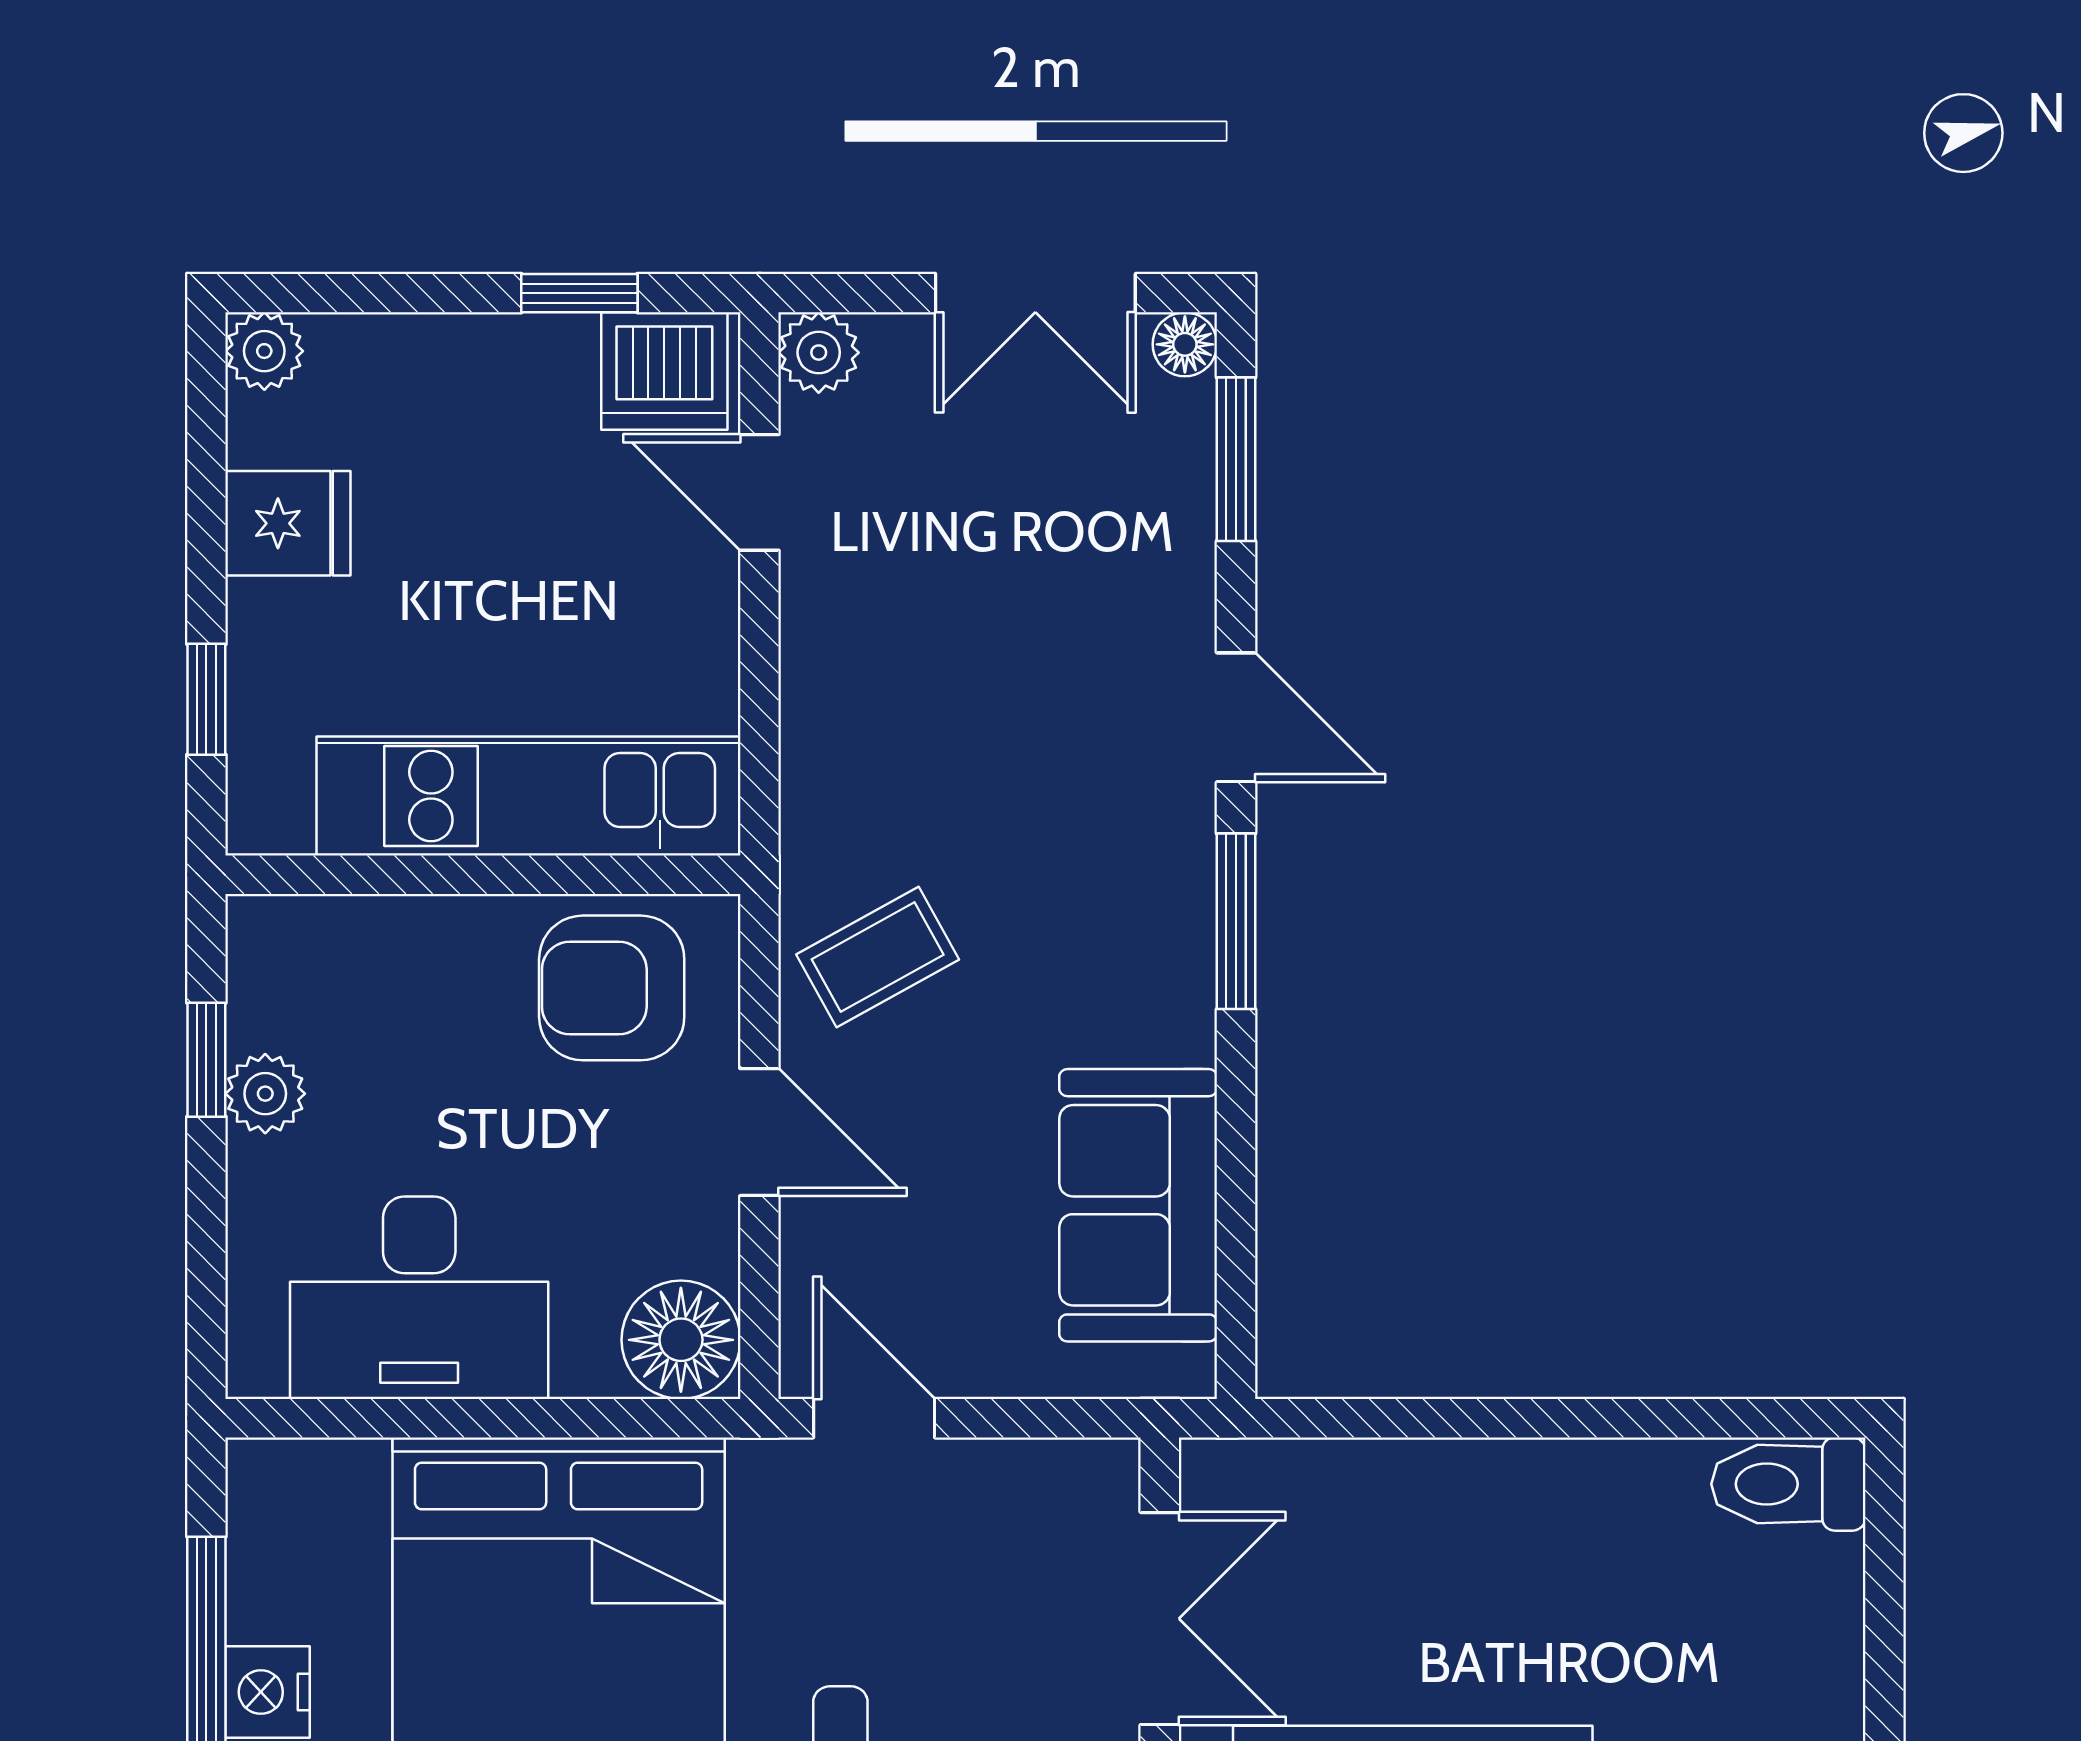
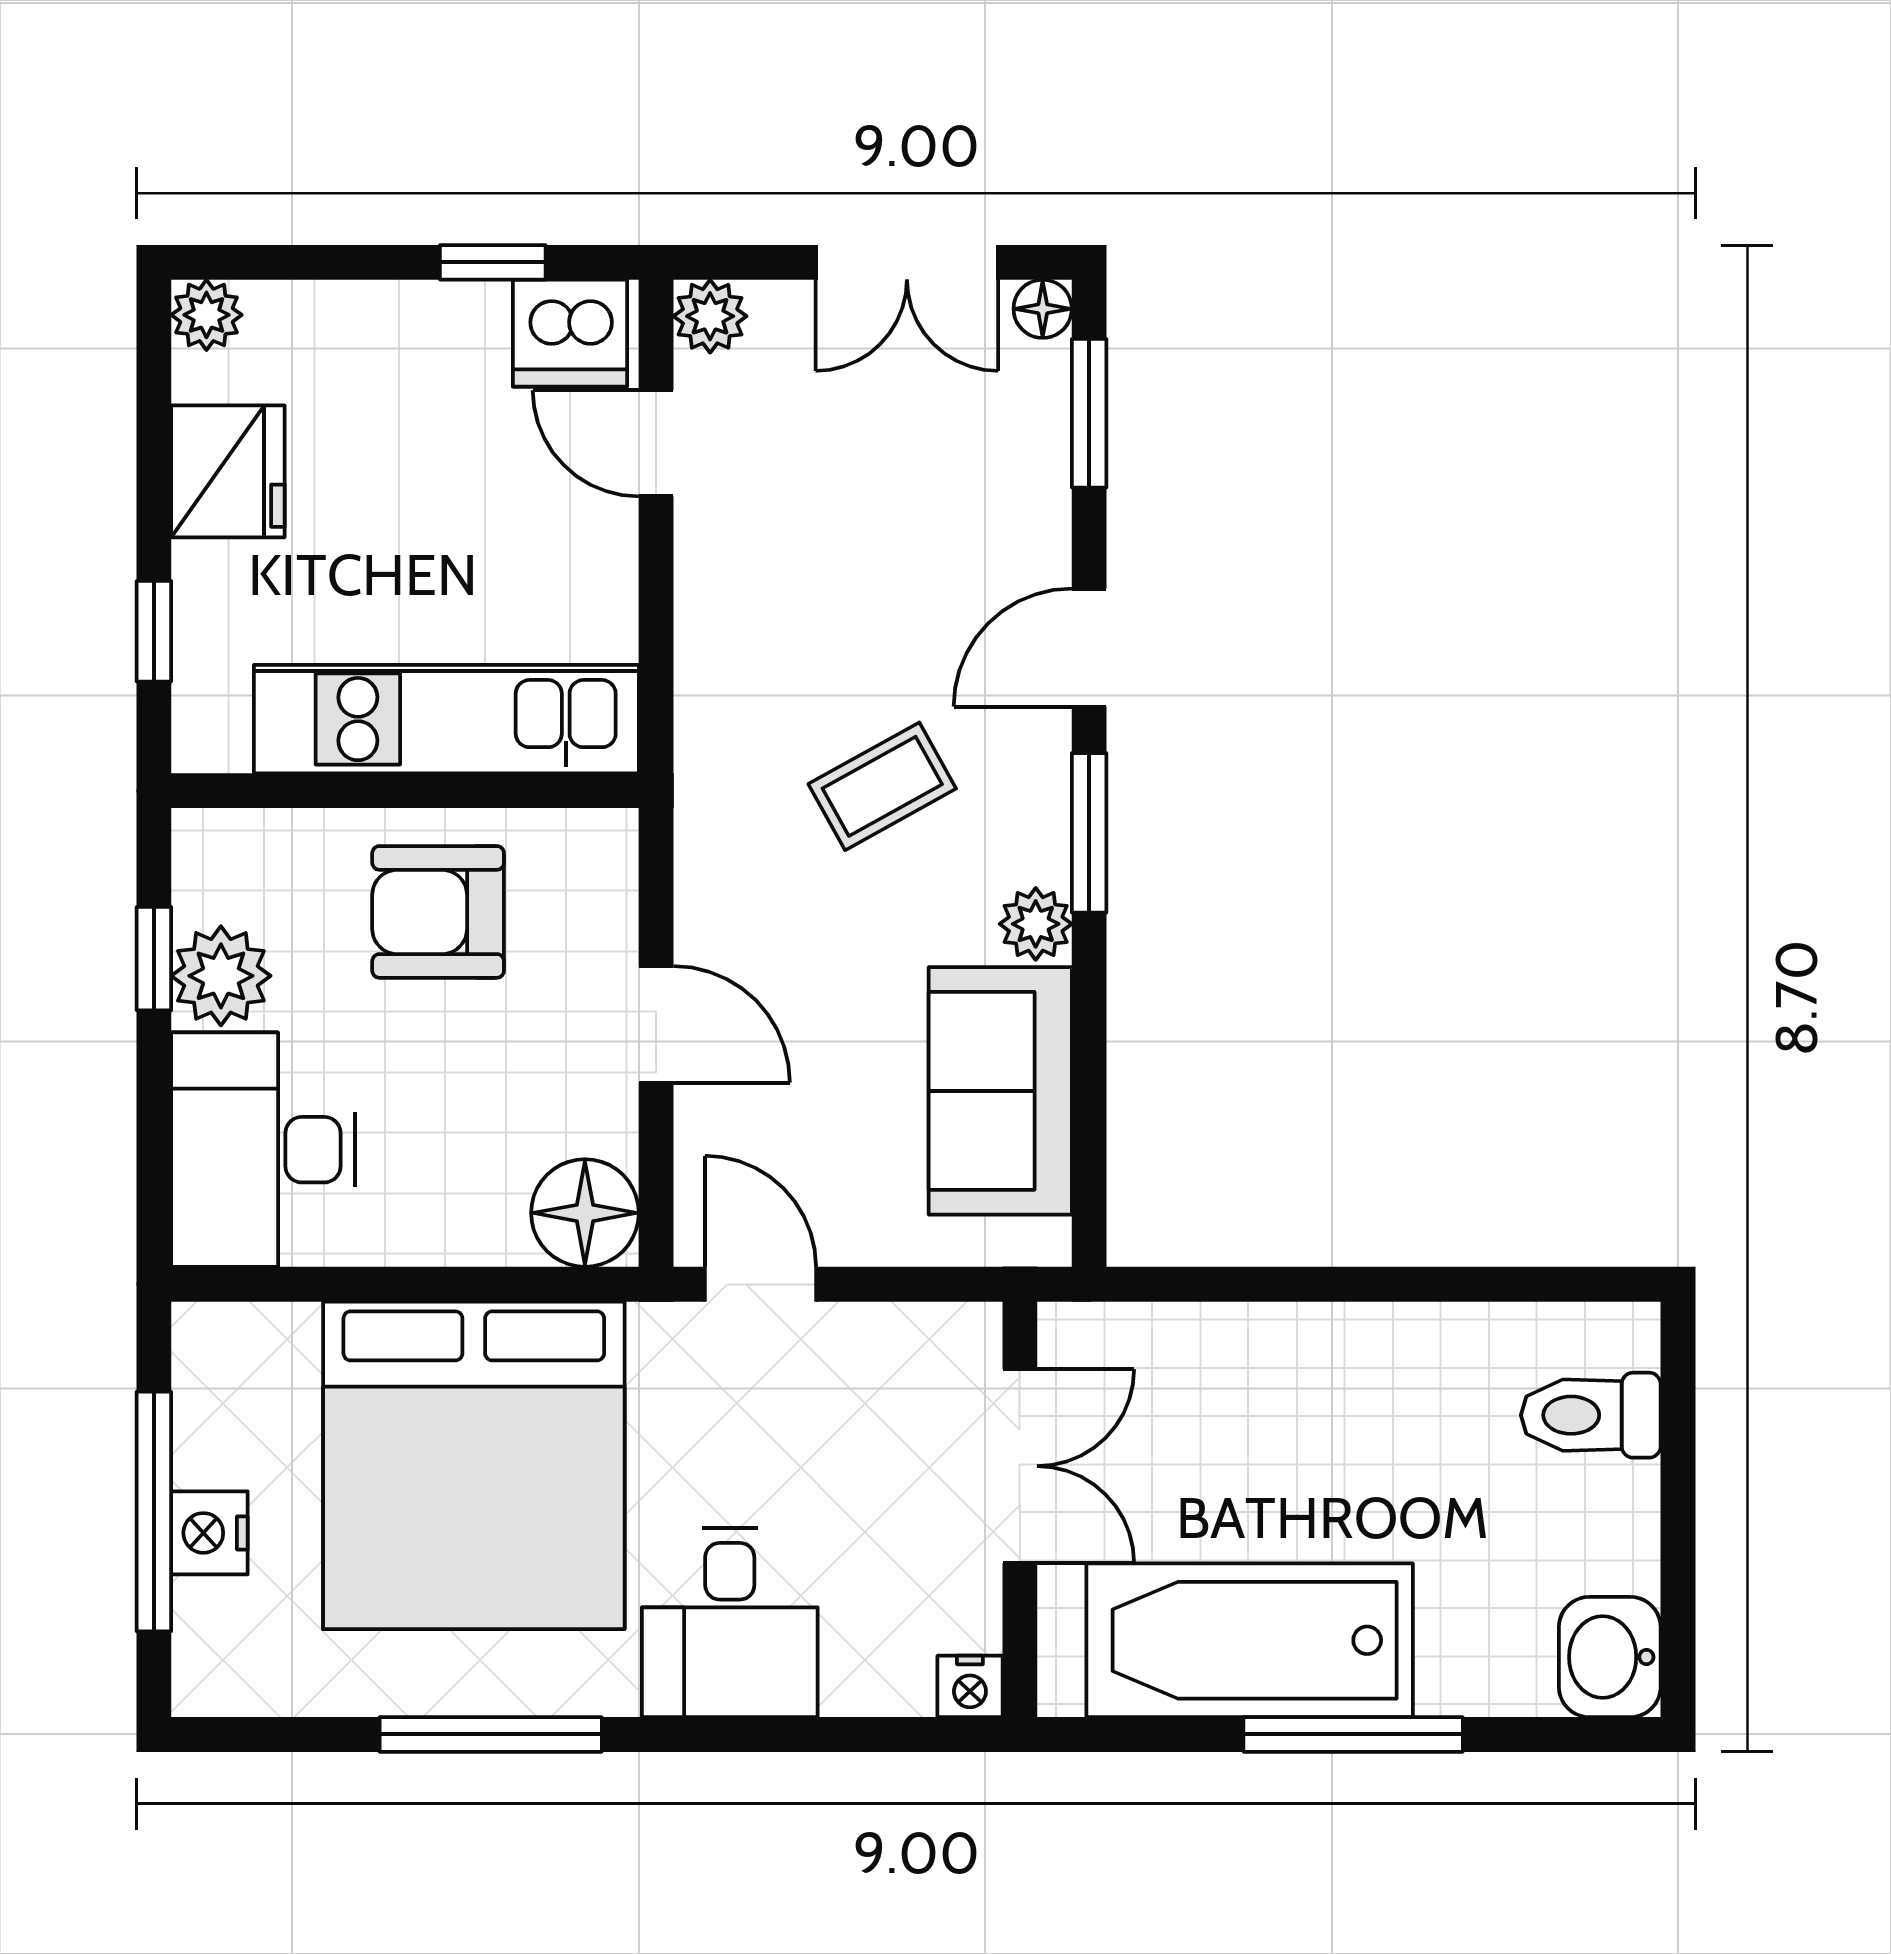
fridge: (288, 523) -> (228, 471), width x1.38
door: (1236, 717) -> (1089, 648), swing flipped
coffee table: (878, 957) -> (882, 786), moved
armchair: (612, 988) -> (438, 912), moved
plant: (1177, 1022) -> (1036, 924), added
plant: (265, 1094) -> (221, 976), width x1.38, depth x1.38
desk: (419, 1298) -> (263, 1150), moved, turned 90
toilet: (1788, 1484) -> (1591, 1415), moved

